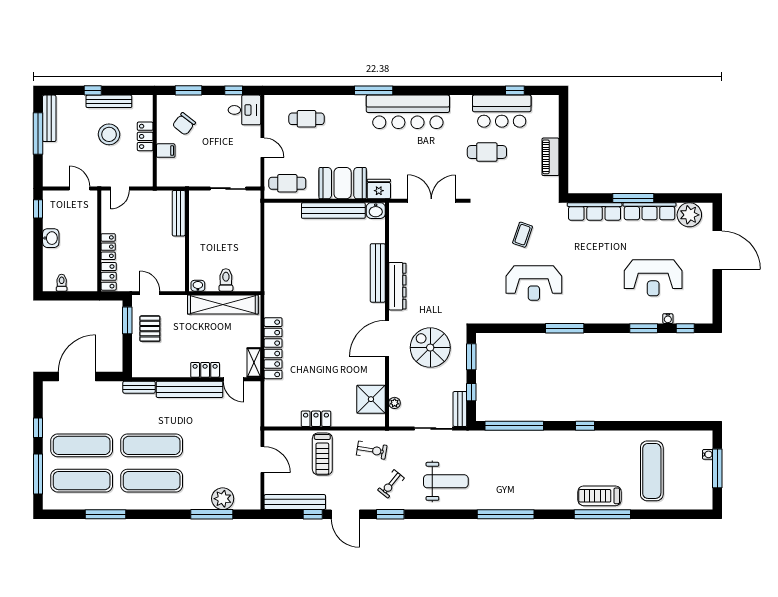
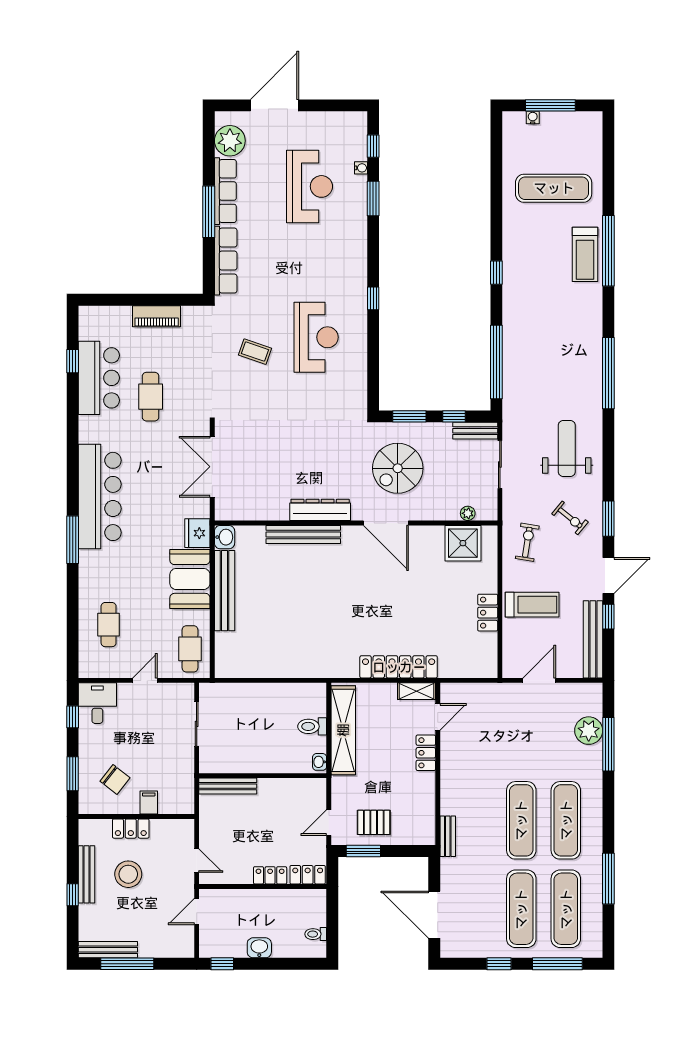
window: (565, 328) -> (373, 298), width x0.46
bench: (190, 389) -> (450, 772), removed

